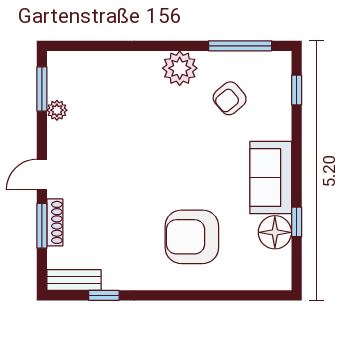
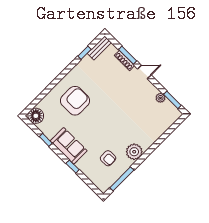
window: (297, 90) -> (73, 167), moved
armchair: (230, 98) -> (108, 158), turned 129
door: (42, 174) -> (144, 72), hinge flipped
floor lamp: (275, 232) -> (36, 116), moved

